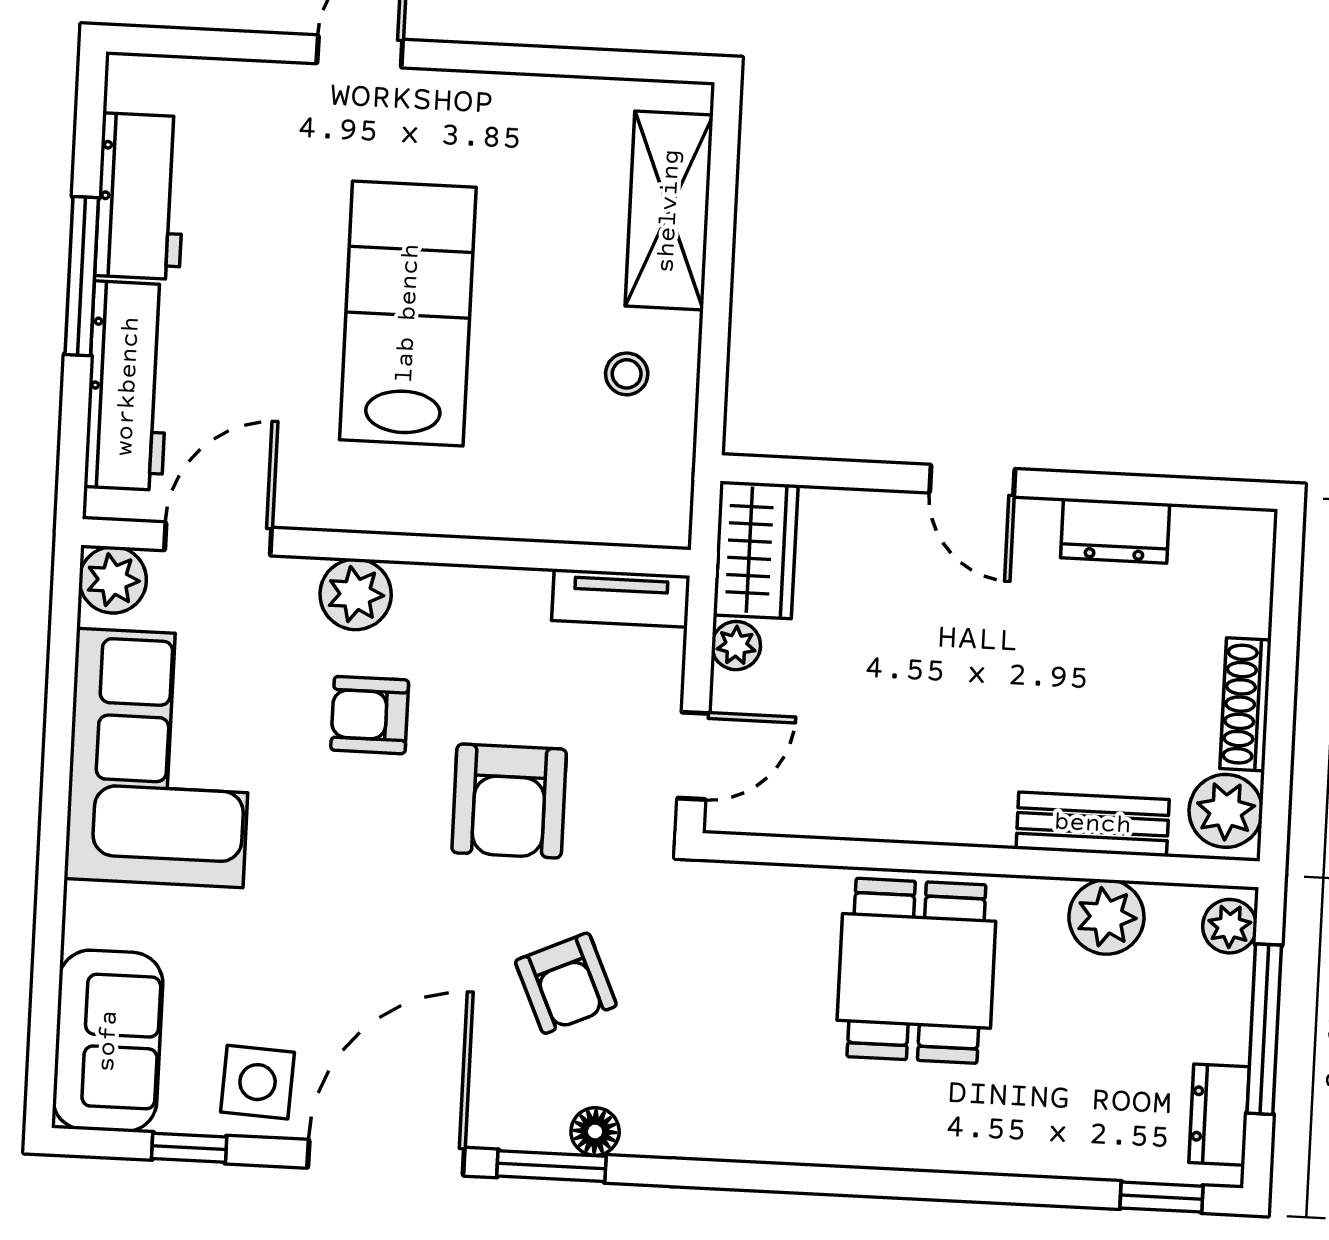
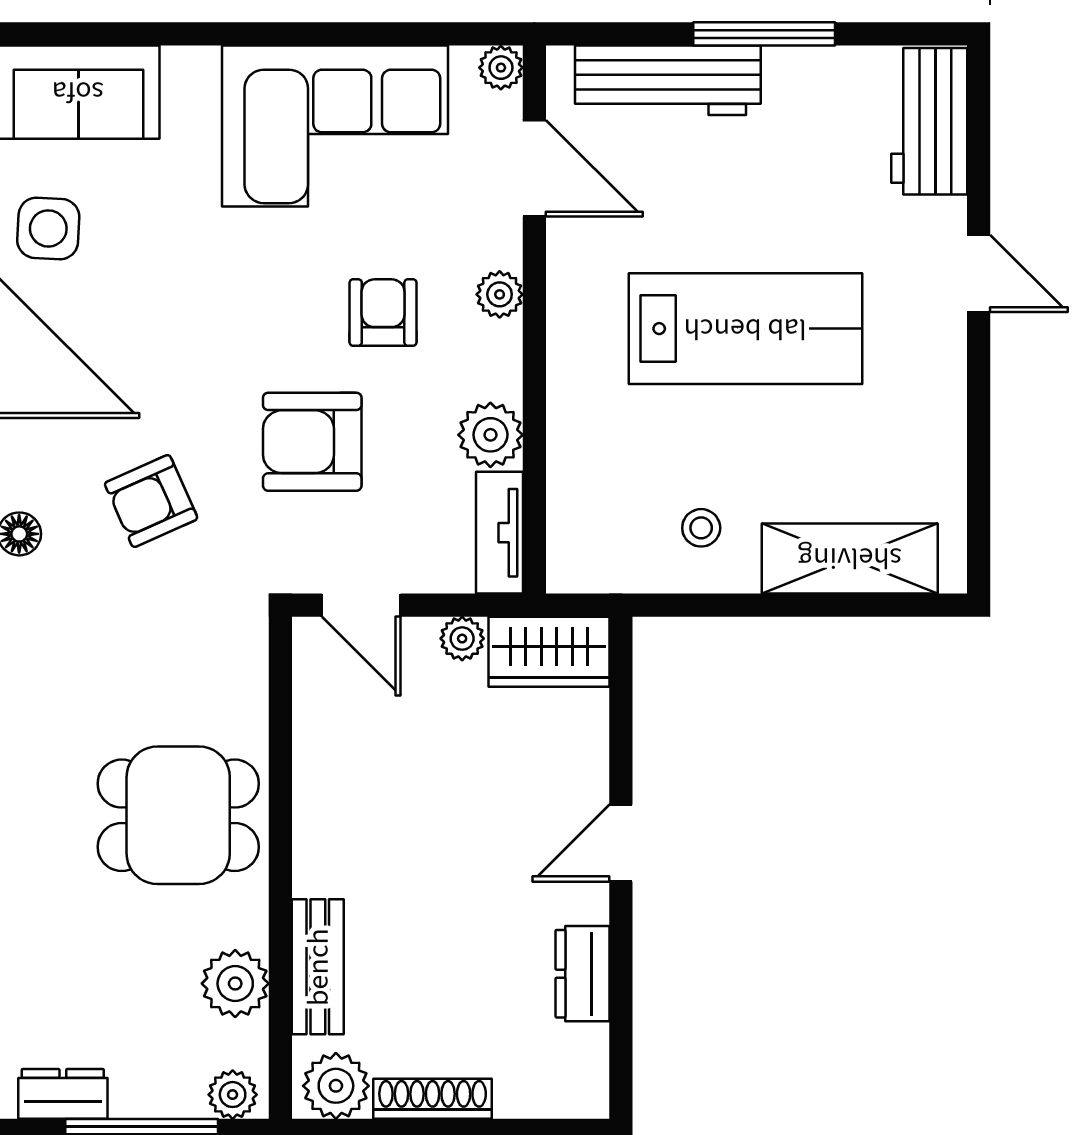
workbench: (141, 196) -> (929, 121), moved, turned 90
plant: (113, 580) -> (501, 68), width x0.73, depth x0.73
plant: (356, 594) -> (500, 294), width x0.73, depth x0.73
plant: (511, 603) -> (490, 435), added

